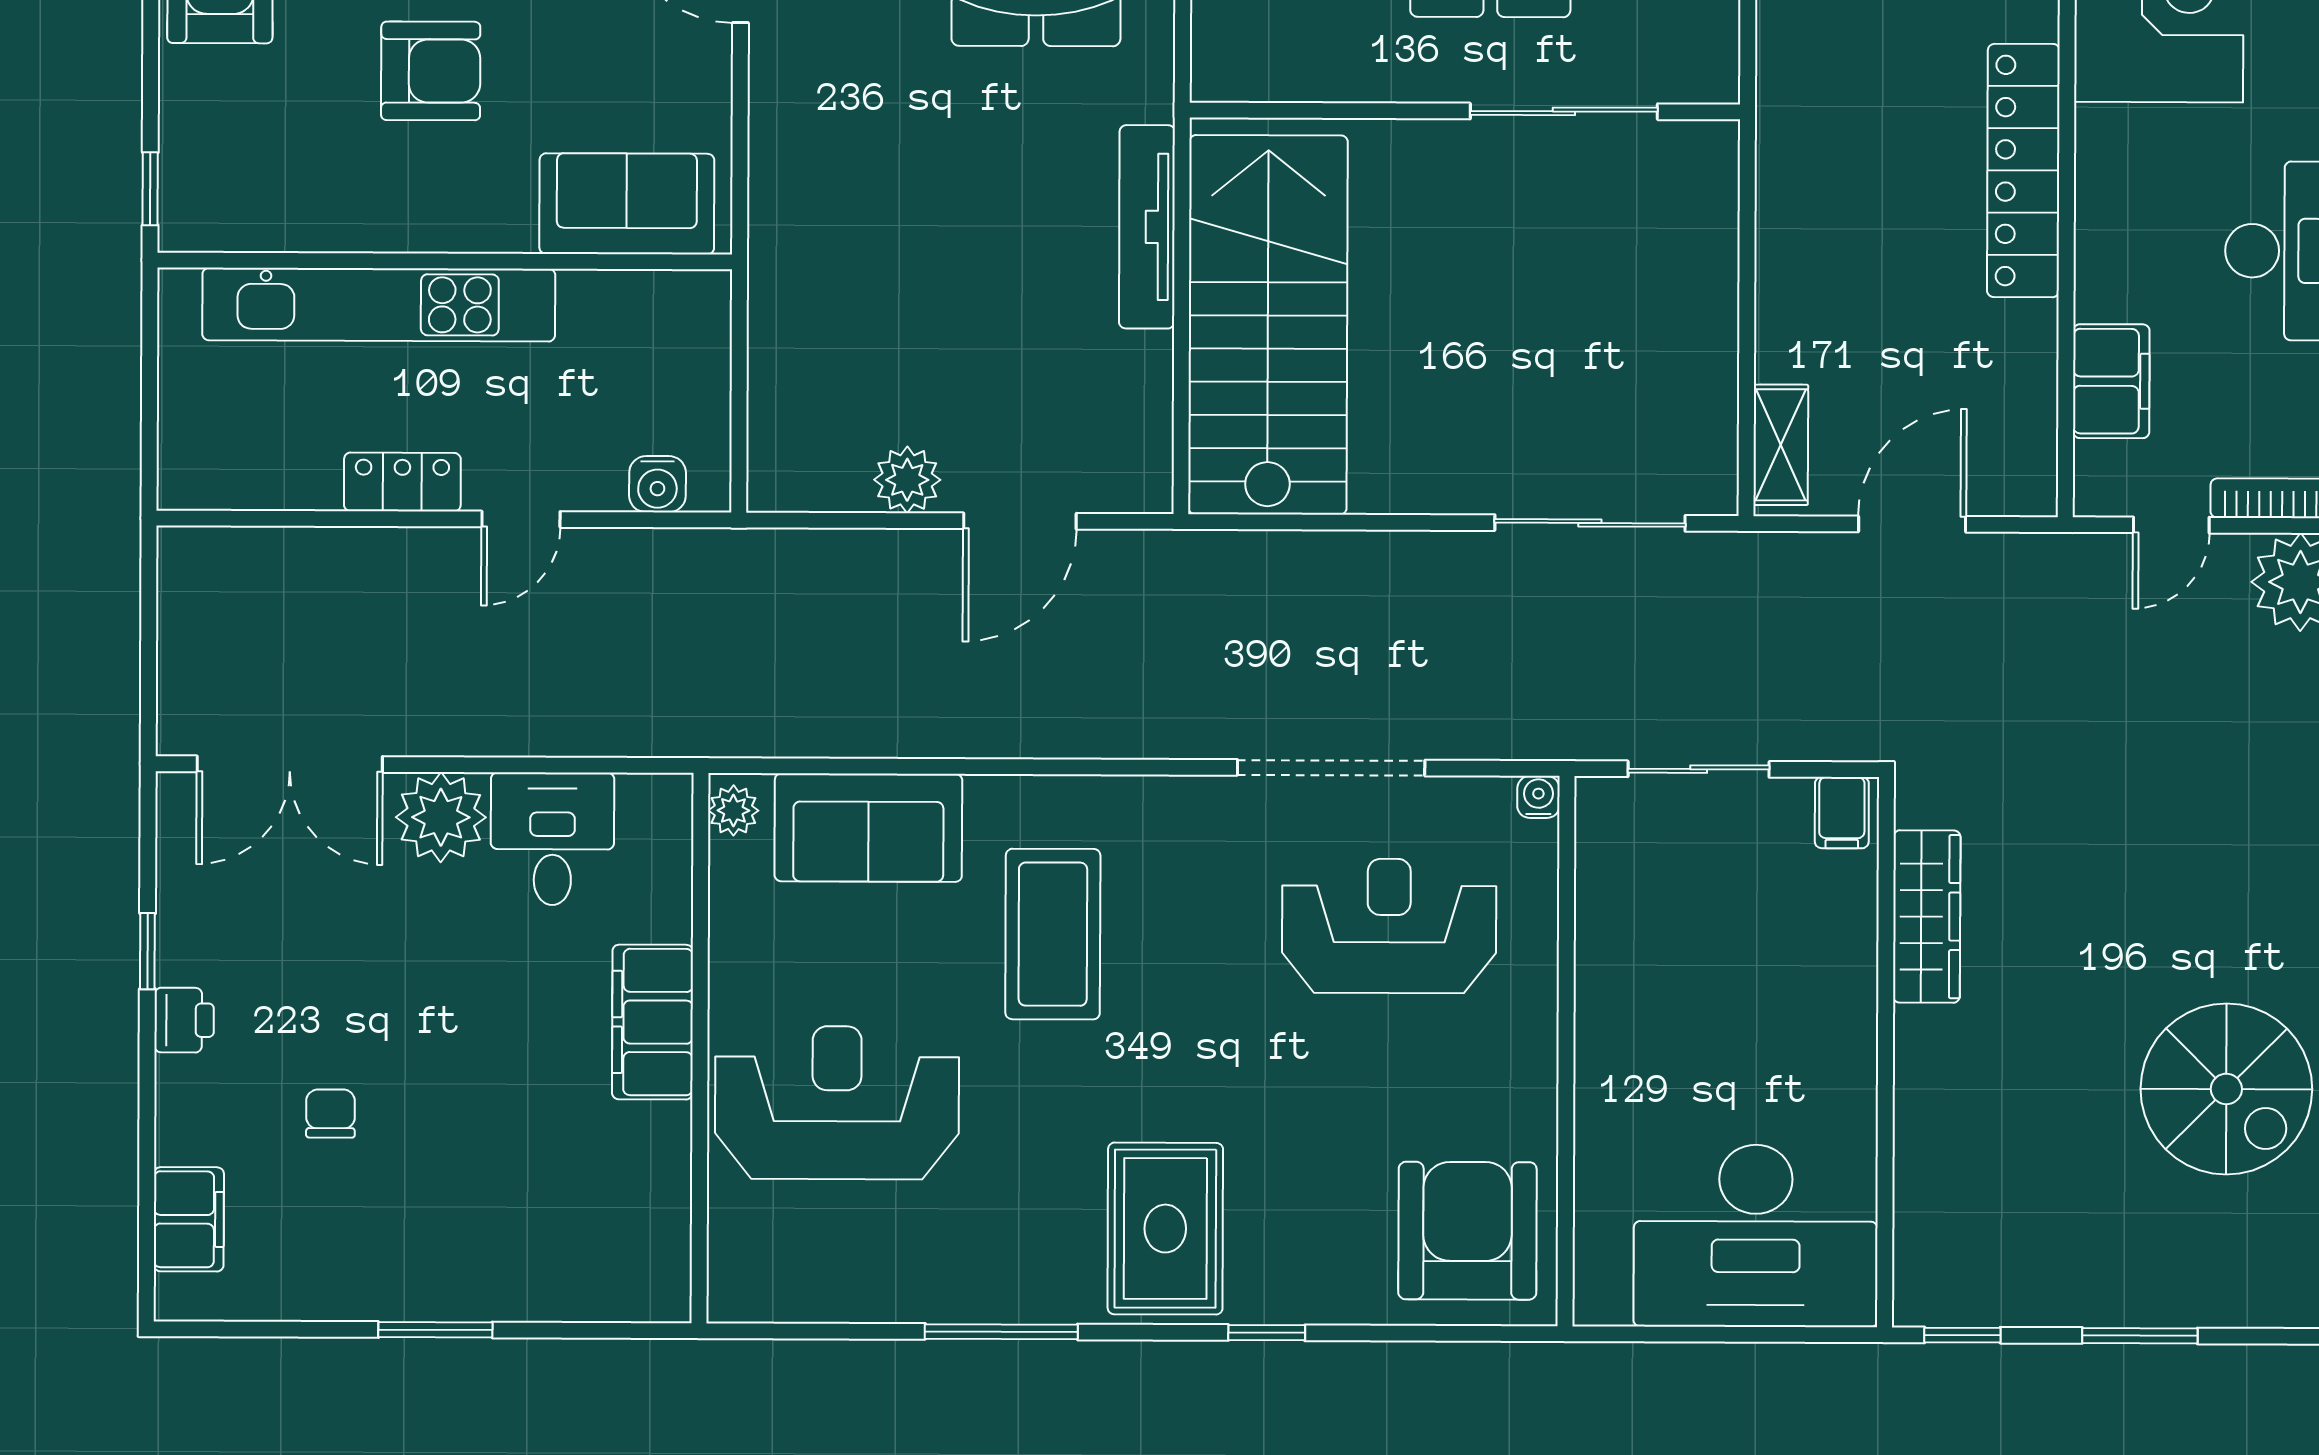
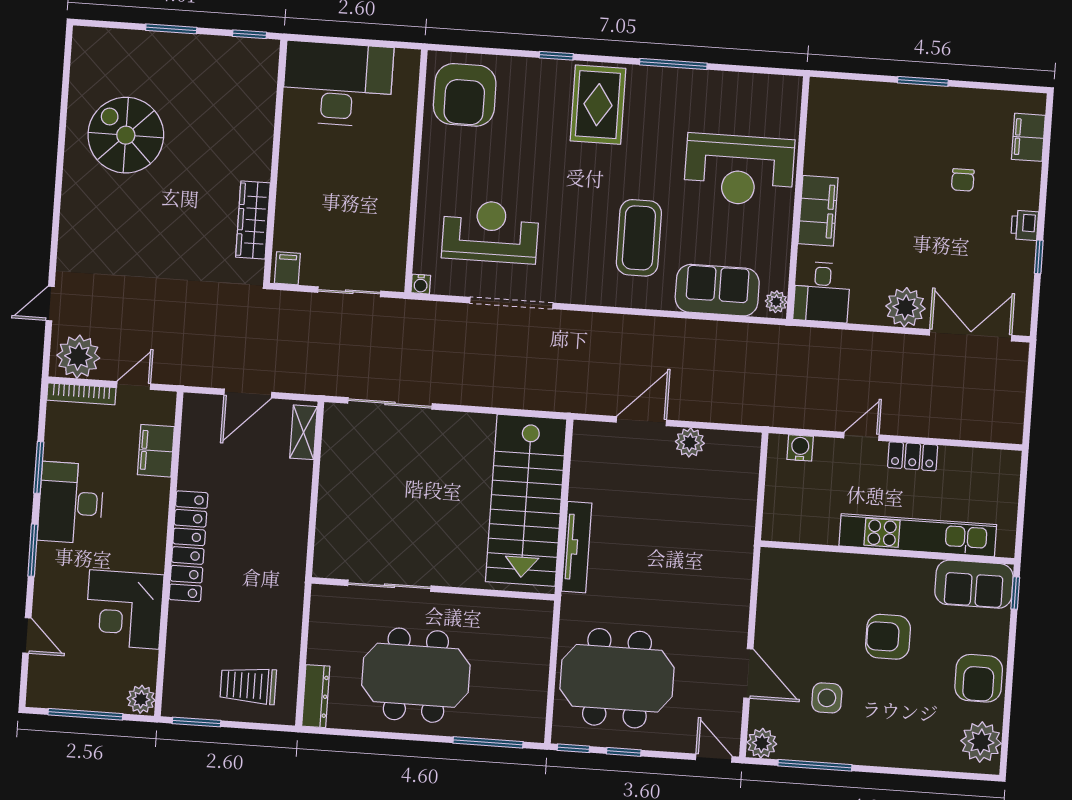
sofa: (627, 204) -> (974, 584), moved
desk: (552, 839) -> (822, 292), moved
reception desk: (1389, 926) -> (490, 232), turned 180

